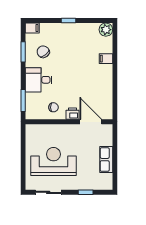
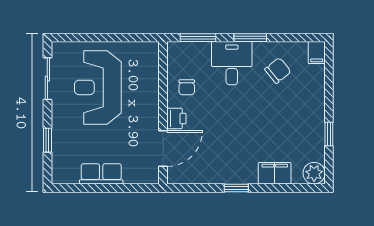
window: (69, 21) -> (329, 134), moved
window: (23, 52) -> (250, 38), moved
filing cabinet: (106, 59) -> (275, 173), width x2.00
window: (115, 77) -> (236, 188), added
reception desk: (53, 162) -> (98, 87), turned 180

